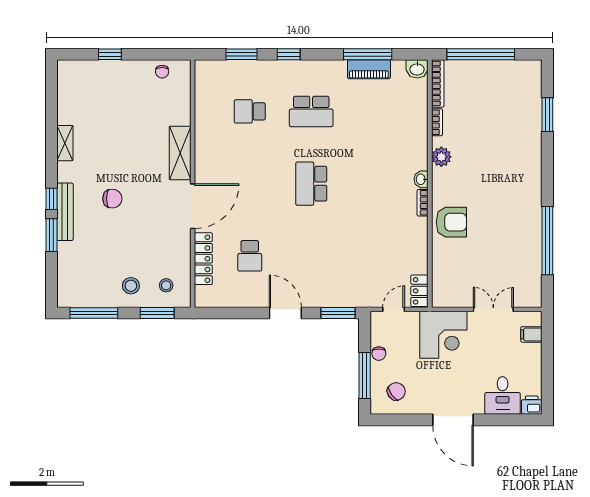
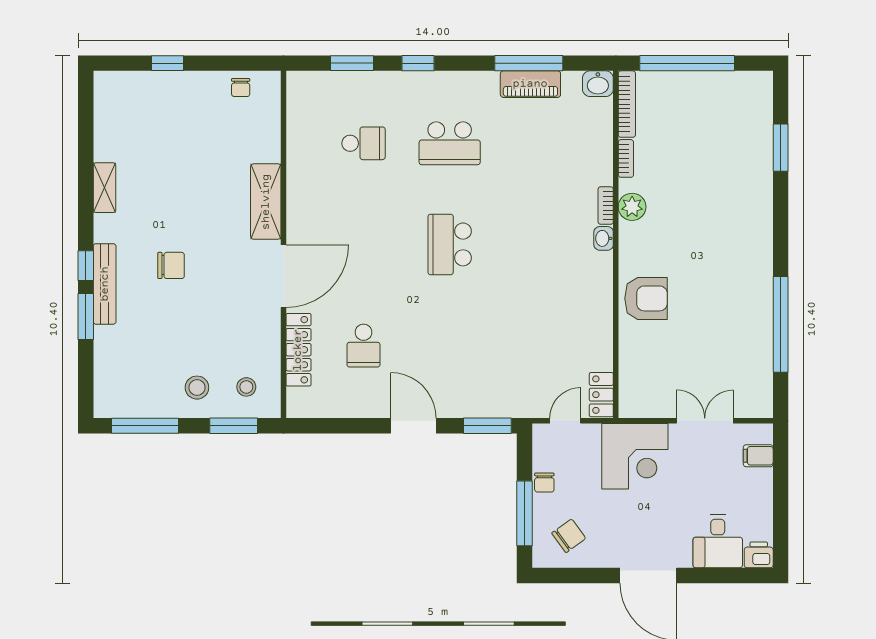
school desk: (250, 111) -> (363, 143), turned 180
bookcase: (423, 203) -> (606, 206), moved

